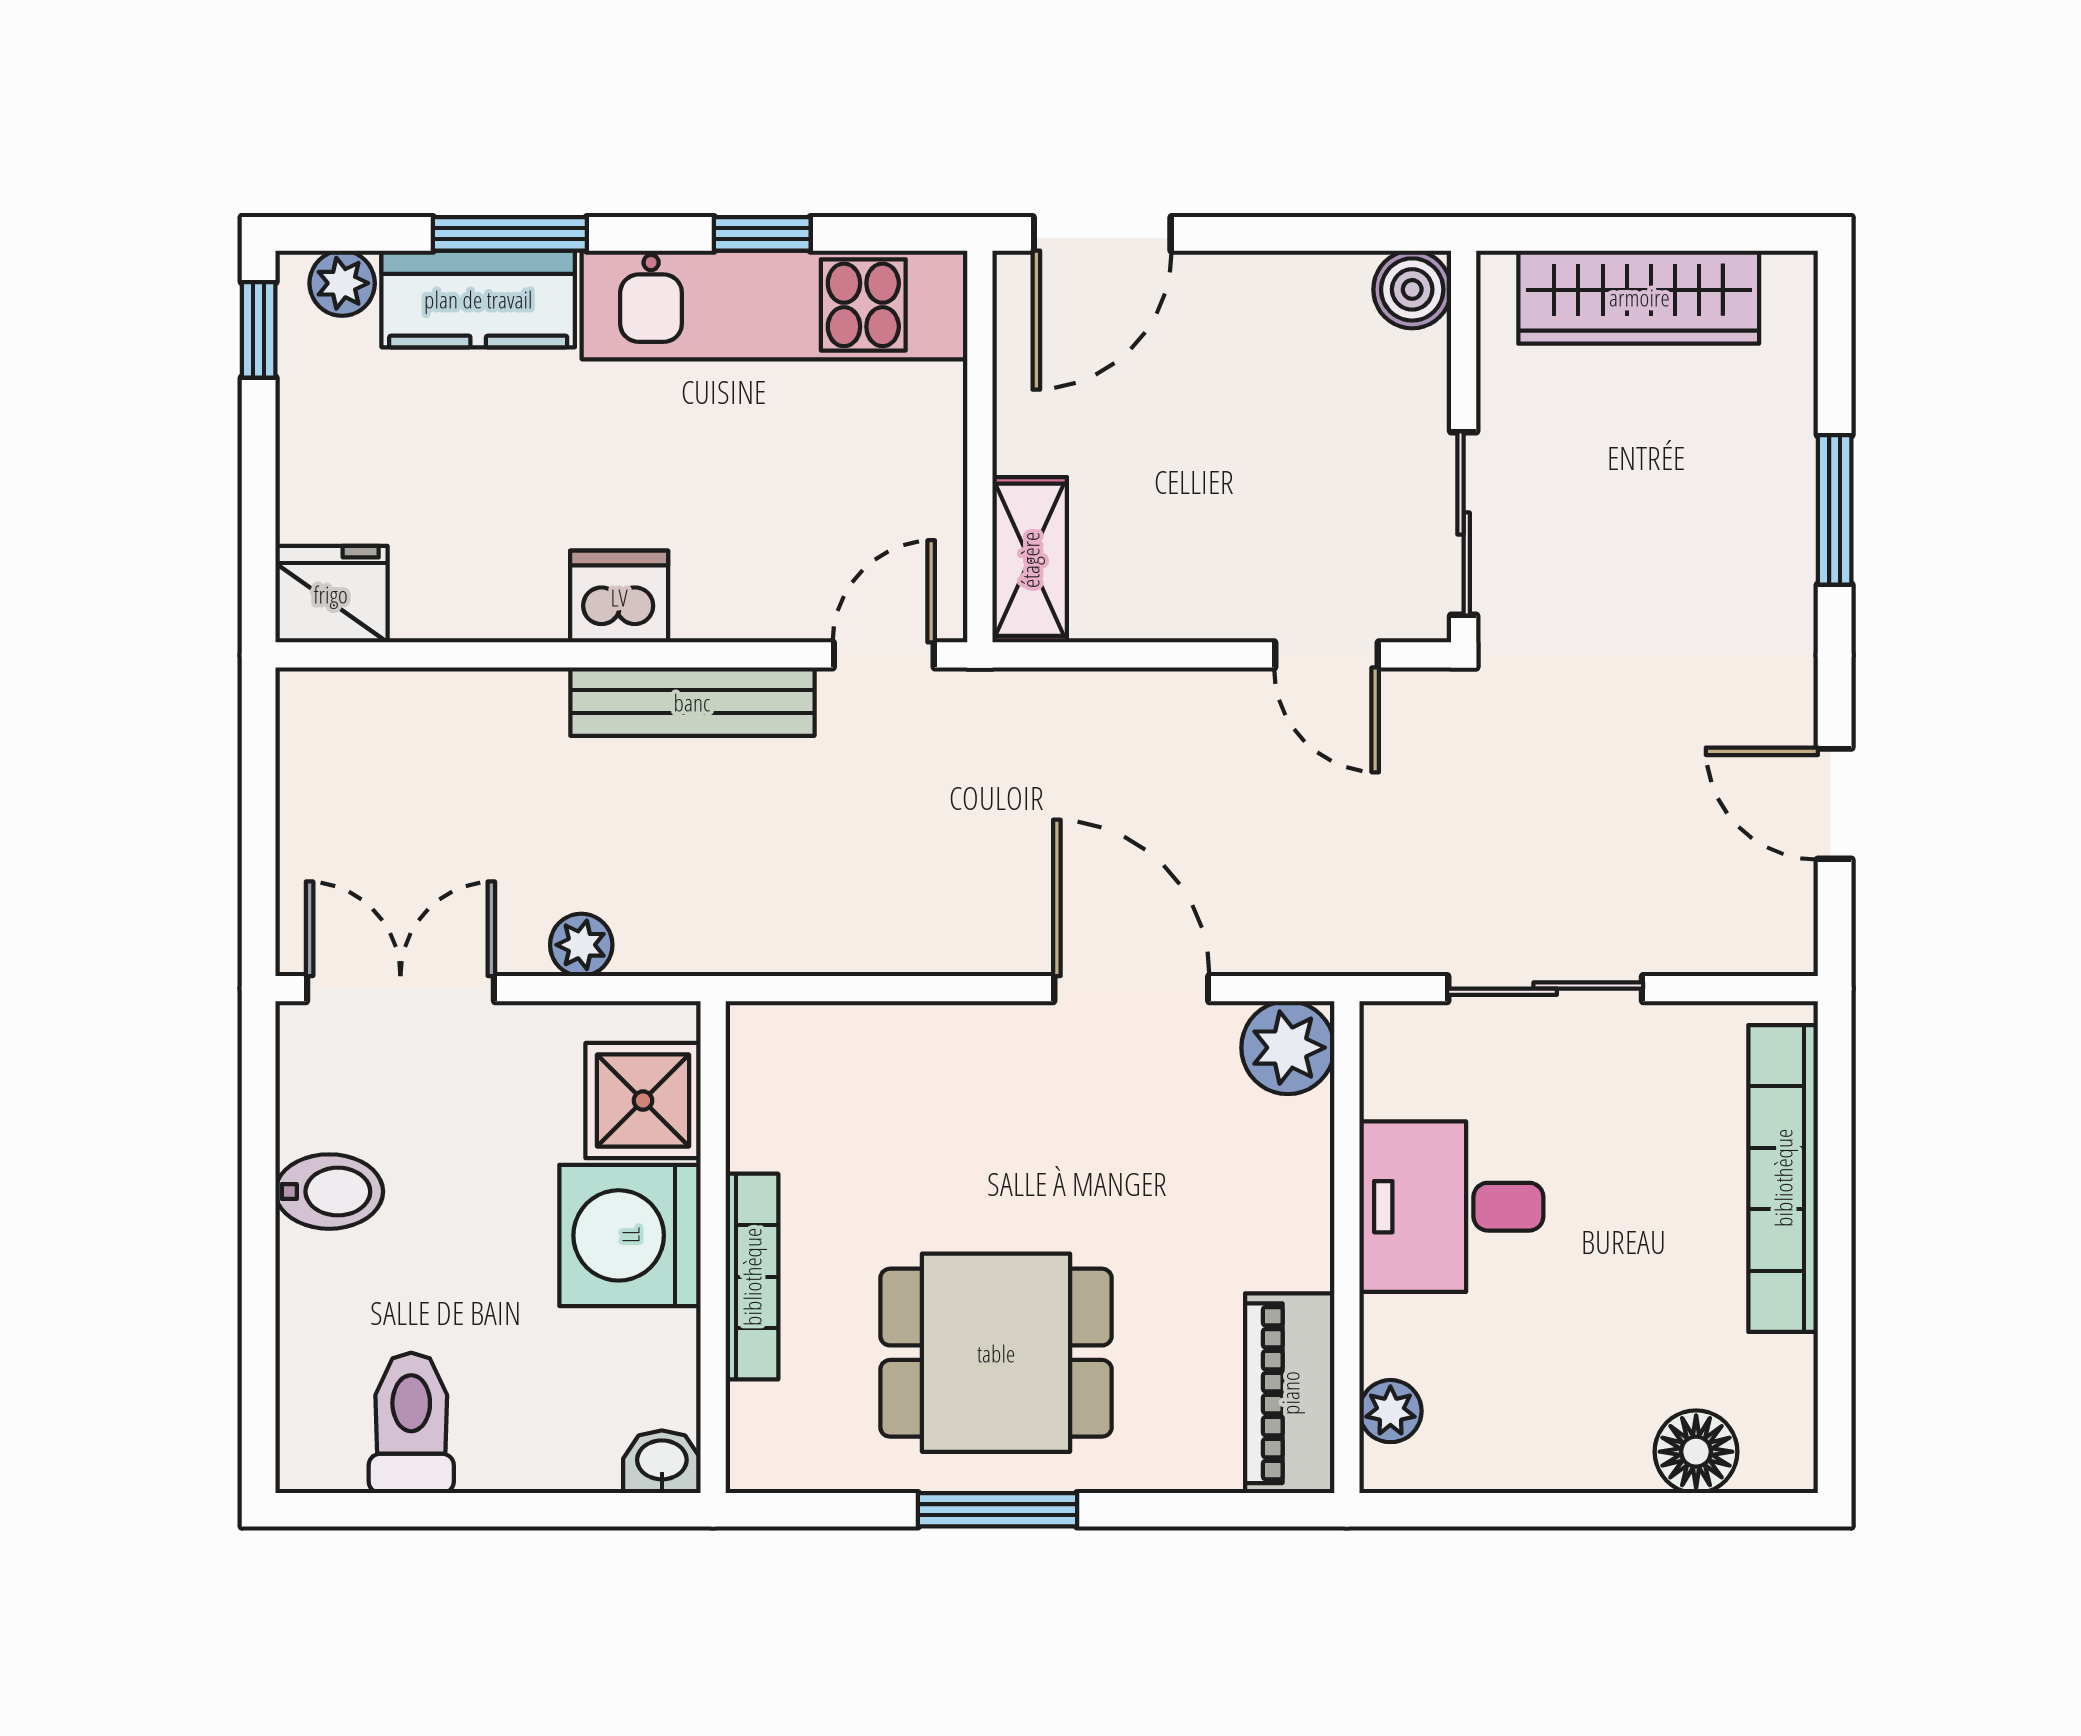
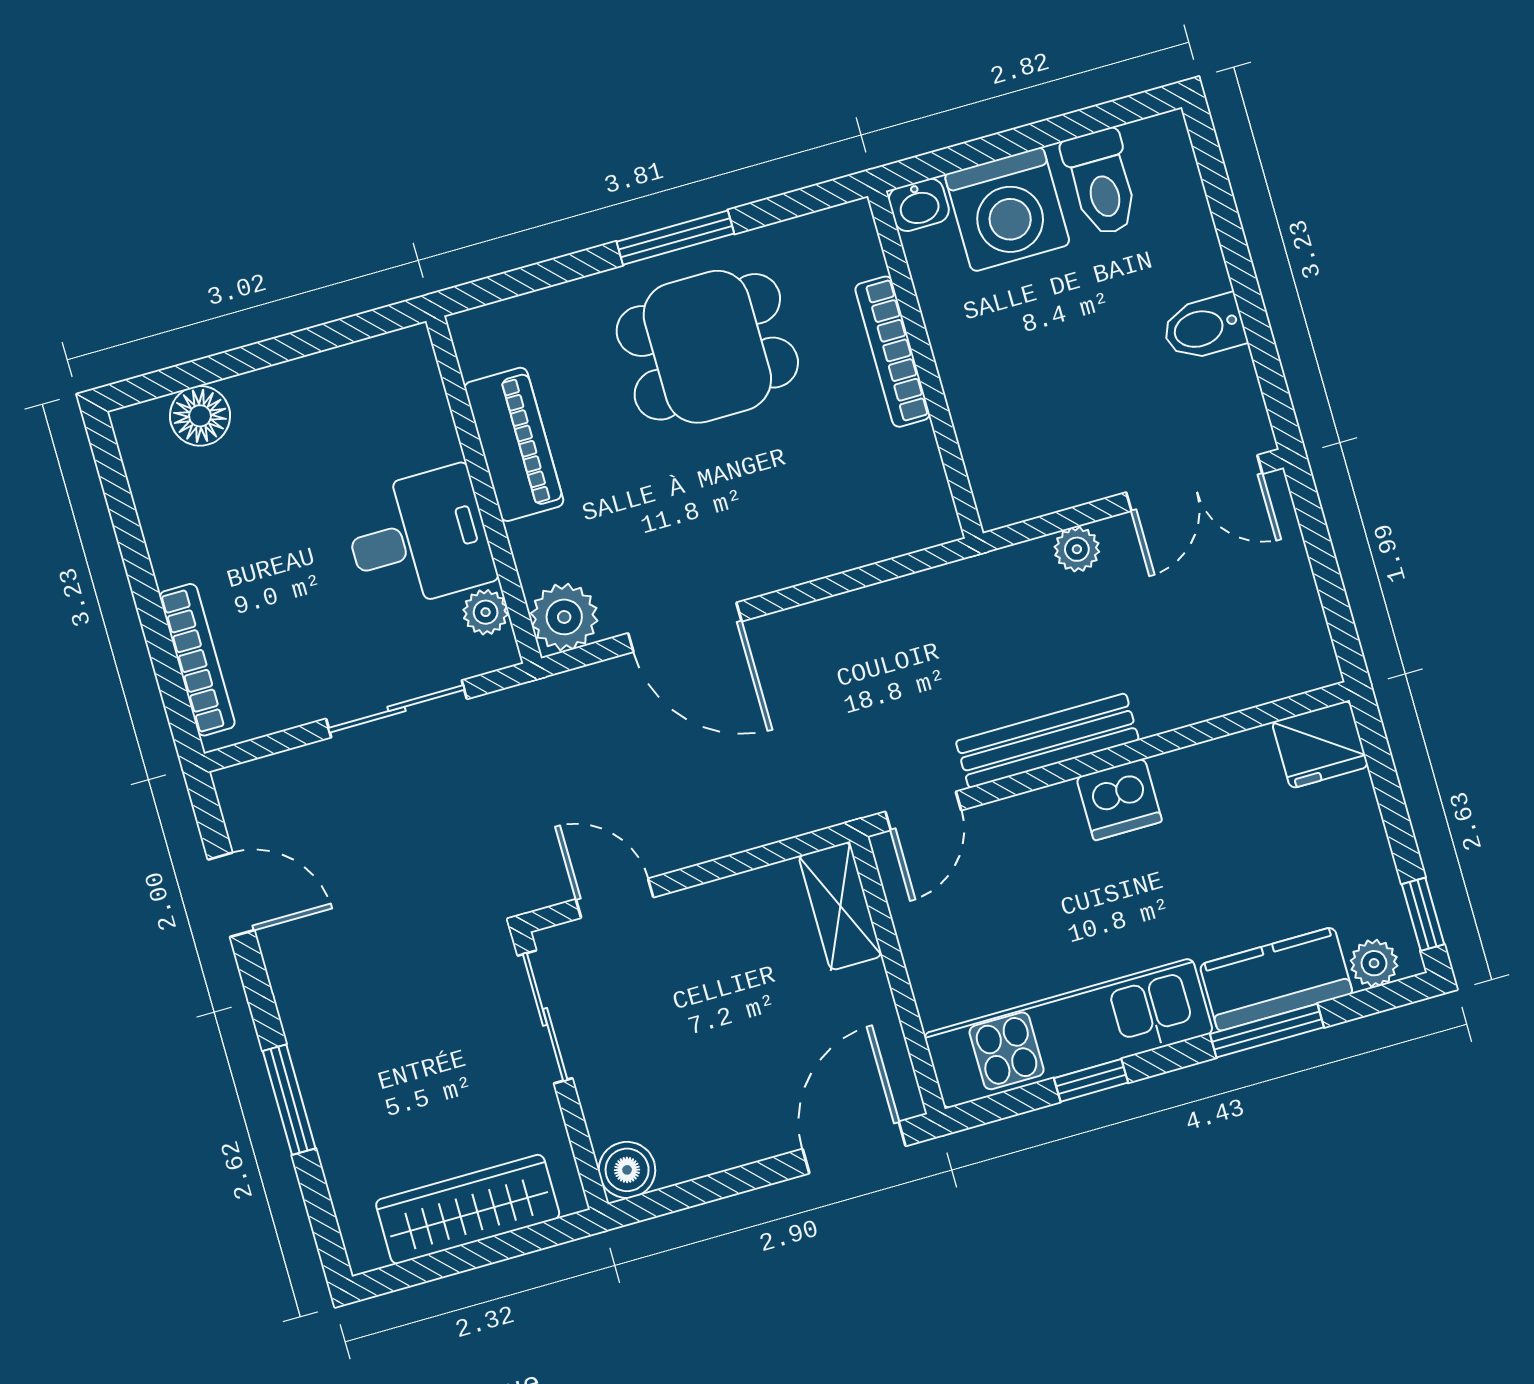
shower: (643, 1101) -> (1003, 453), removed
bookcase: (1783, 1178) -> (197, 660), width x0.68, depth x0.76
washing machine: (630, 1235) -> (1007, 209), moved, turned 90
piano: (1290, 1393) -> (514, 444), moved
plant: (1390, 1411) -> (486, 612), moved

